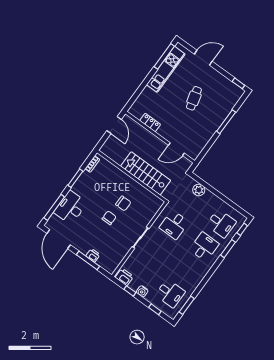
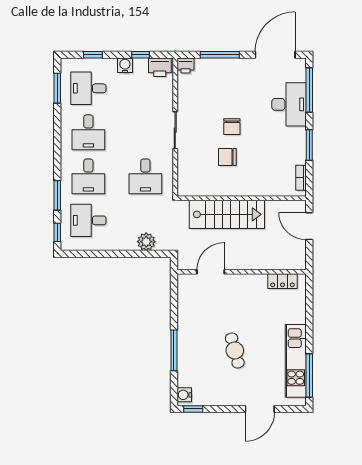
water cooler: (238, 94) -> (184, 395), added
locker: (150, 122) -> (282, 281), moved
door: (114, 125) -> (309, 226), moved
desk: (174, 225) -> (145, 176), turned 180
door: (59, 239) -> (275, 55), hinge flipped
printer: (93, 255) -> (186, 66), moved
desk: (187, 270) -> (88, 132), added

